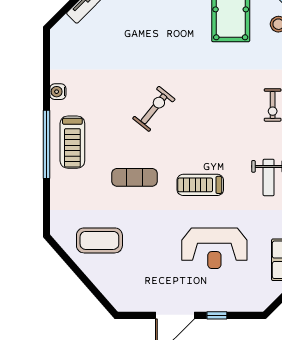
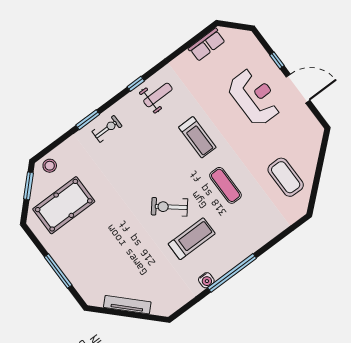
treadmill: (72, 142) -> (192, 239), moved
window: (47, 144) -> (232, 273), moved
reception desk: (214, 248) -> (255, 97), moved

